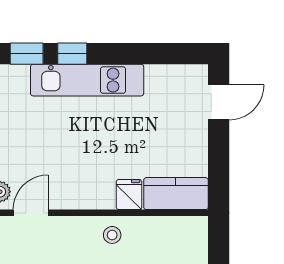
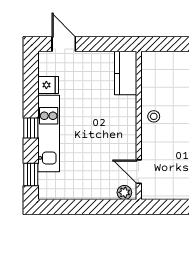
window: (72, 54) -> (31, 128), moved
fridge: (129, 194) -> (48, 85), moved, turned 180

